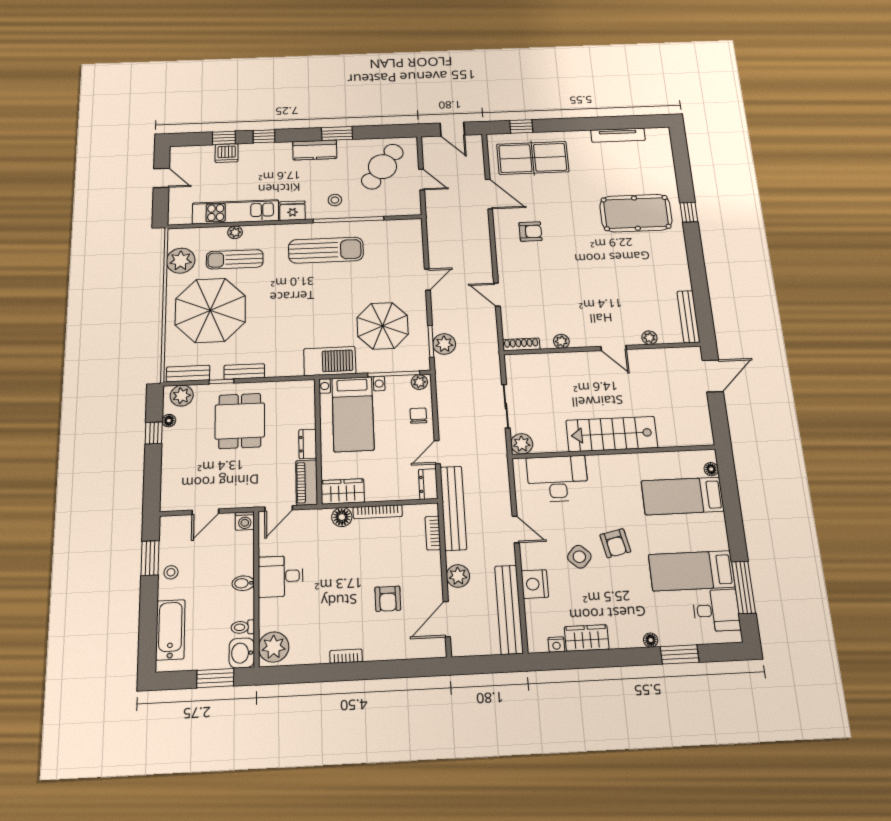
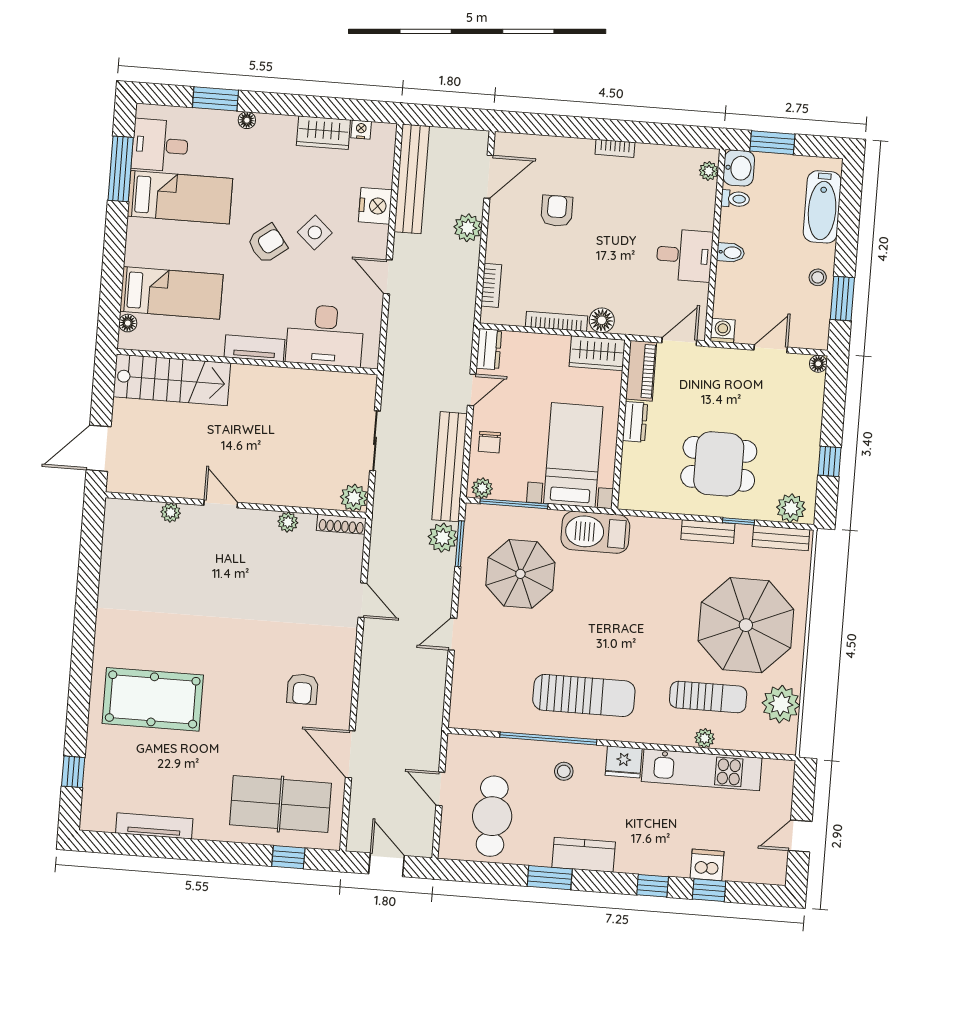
cafe table: (382, 167) -> (492, 816), turned -36
door: (161, 178) -> (800, 836), hinge flipped
window: (689, 212) -> (73, 772), moved
armchair: (530, 232) -> (302, 689), turned -90
sun lounger: (326, 250) -> (584, 695), turned 180
bench: (688, 317) -> (113, 536), removed
floor lamp: (169, 421) -> (818, 364), moved
dining table: (240, 421) -> (719, 464), turned 90
stairs: (612, 434) -> (172, 380), moved
plant: (522, 444) -> (354, 498), moved
tv unit: (610, 462) -> (254, 348), added
bench: (453, 508) -> (450, 467), moved
armchair: (615, 543) -> (267, 244), turned 65
plant: (274, 647) -> (709, 171), width x0.53, depth x0.53

